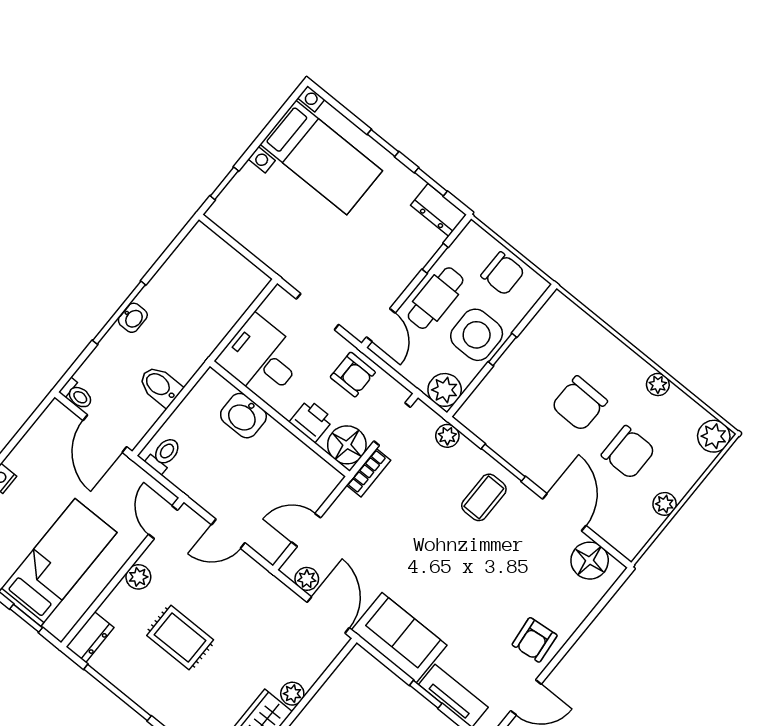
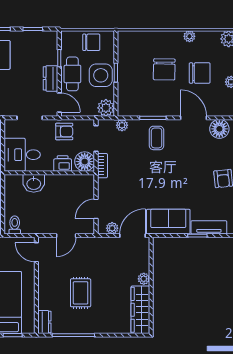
dresser: (438, 210) -> (51, 78), moved, turned 90
plant: (138, 577) -> (44, 282), removed
door: (328, 615) -> (132, 236), hinge flipped
rug: (180, 638) -> (81, 293), turned 90

